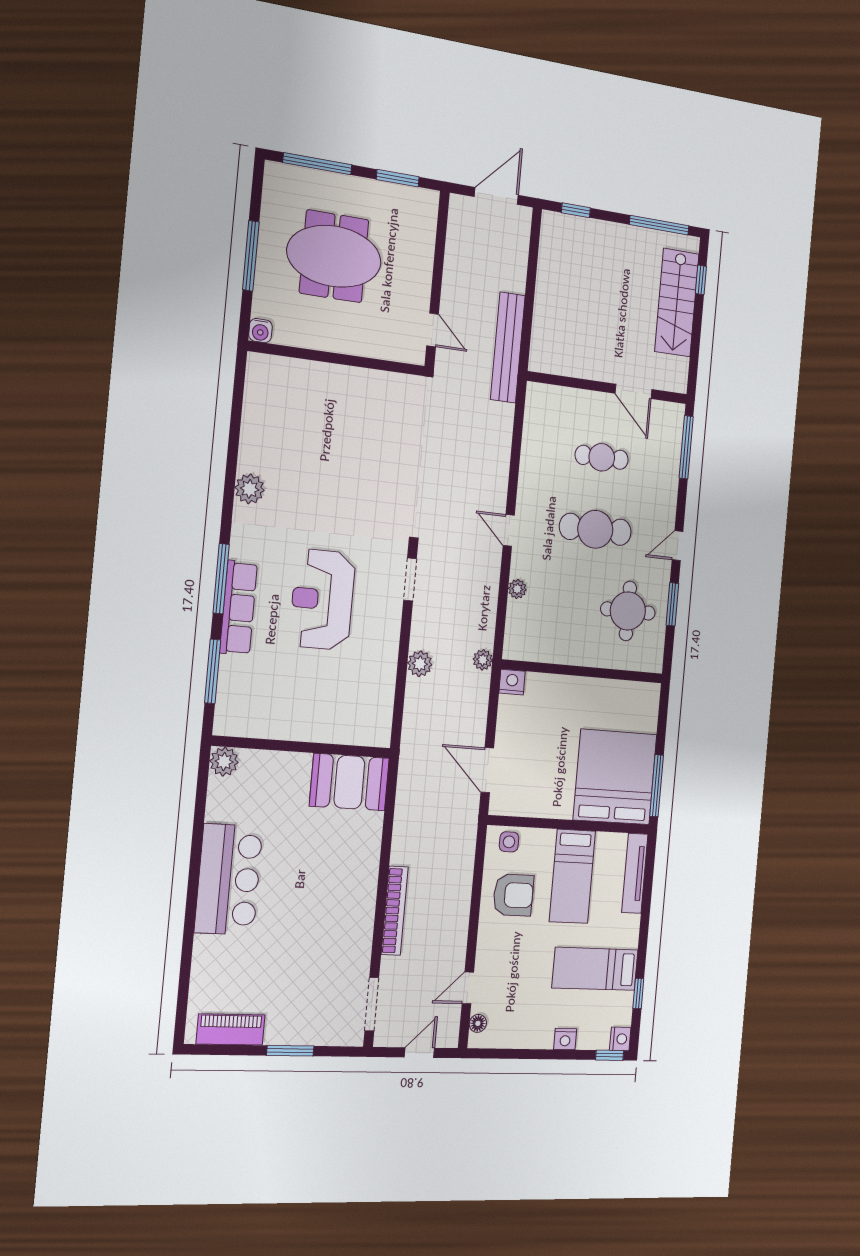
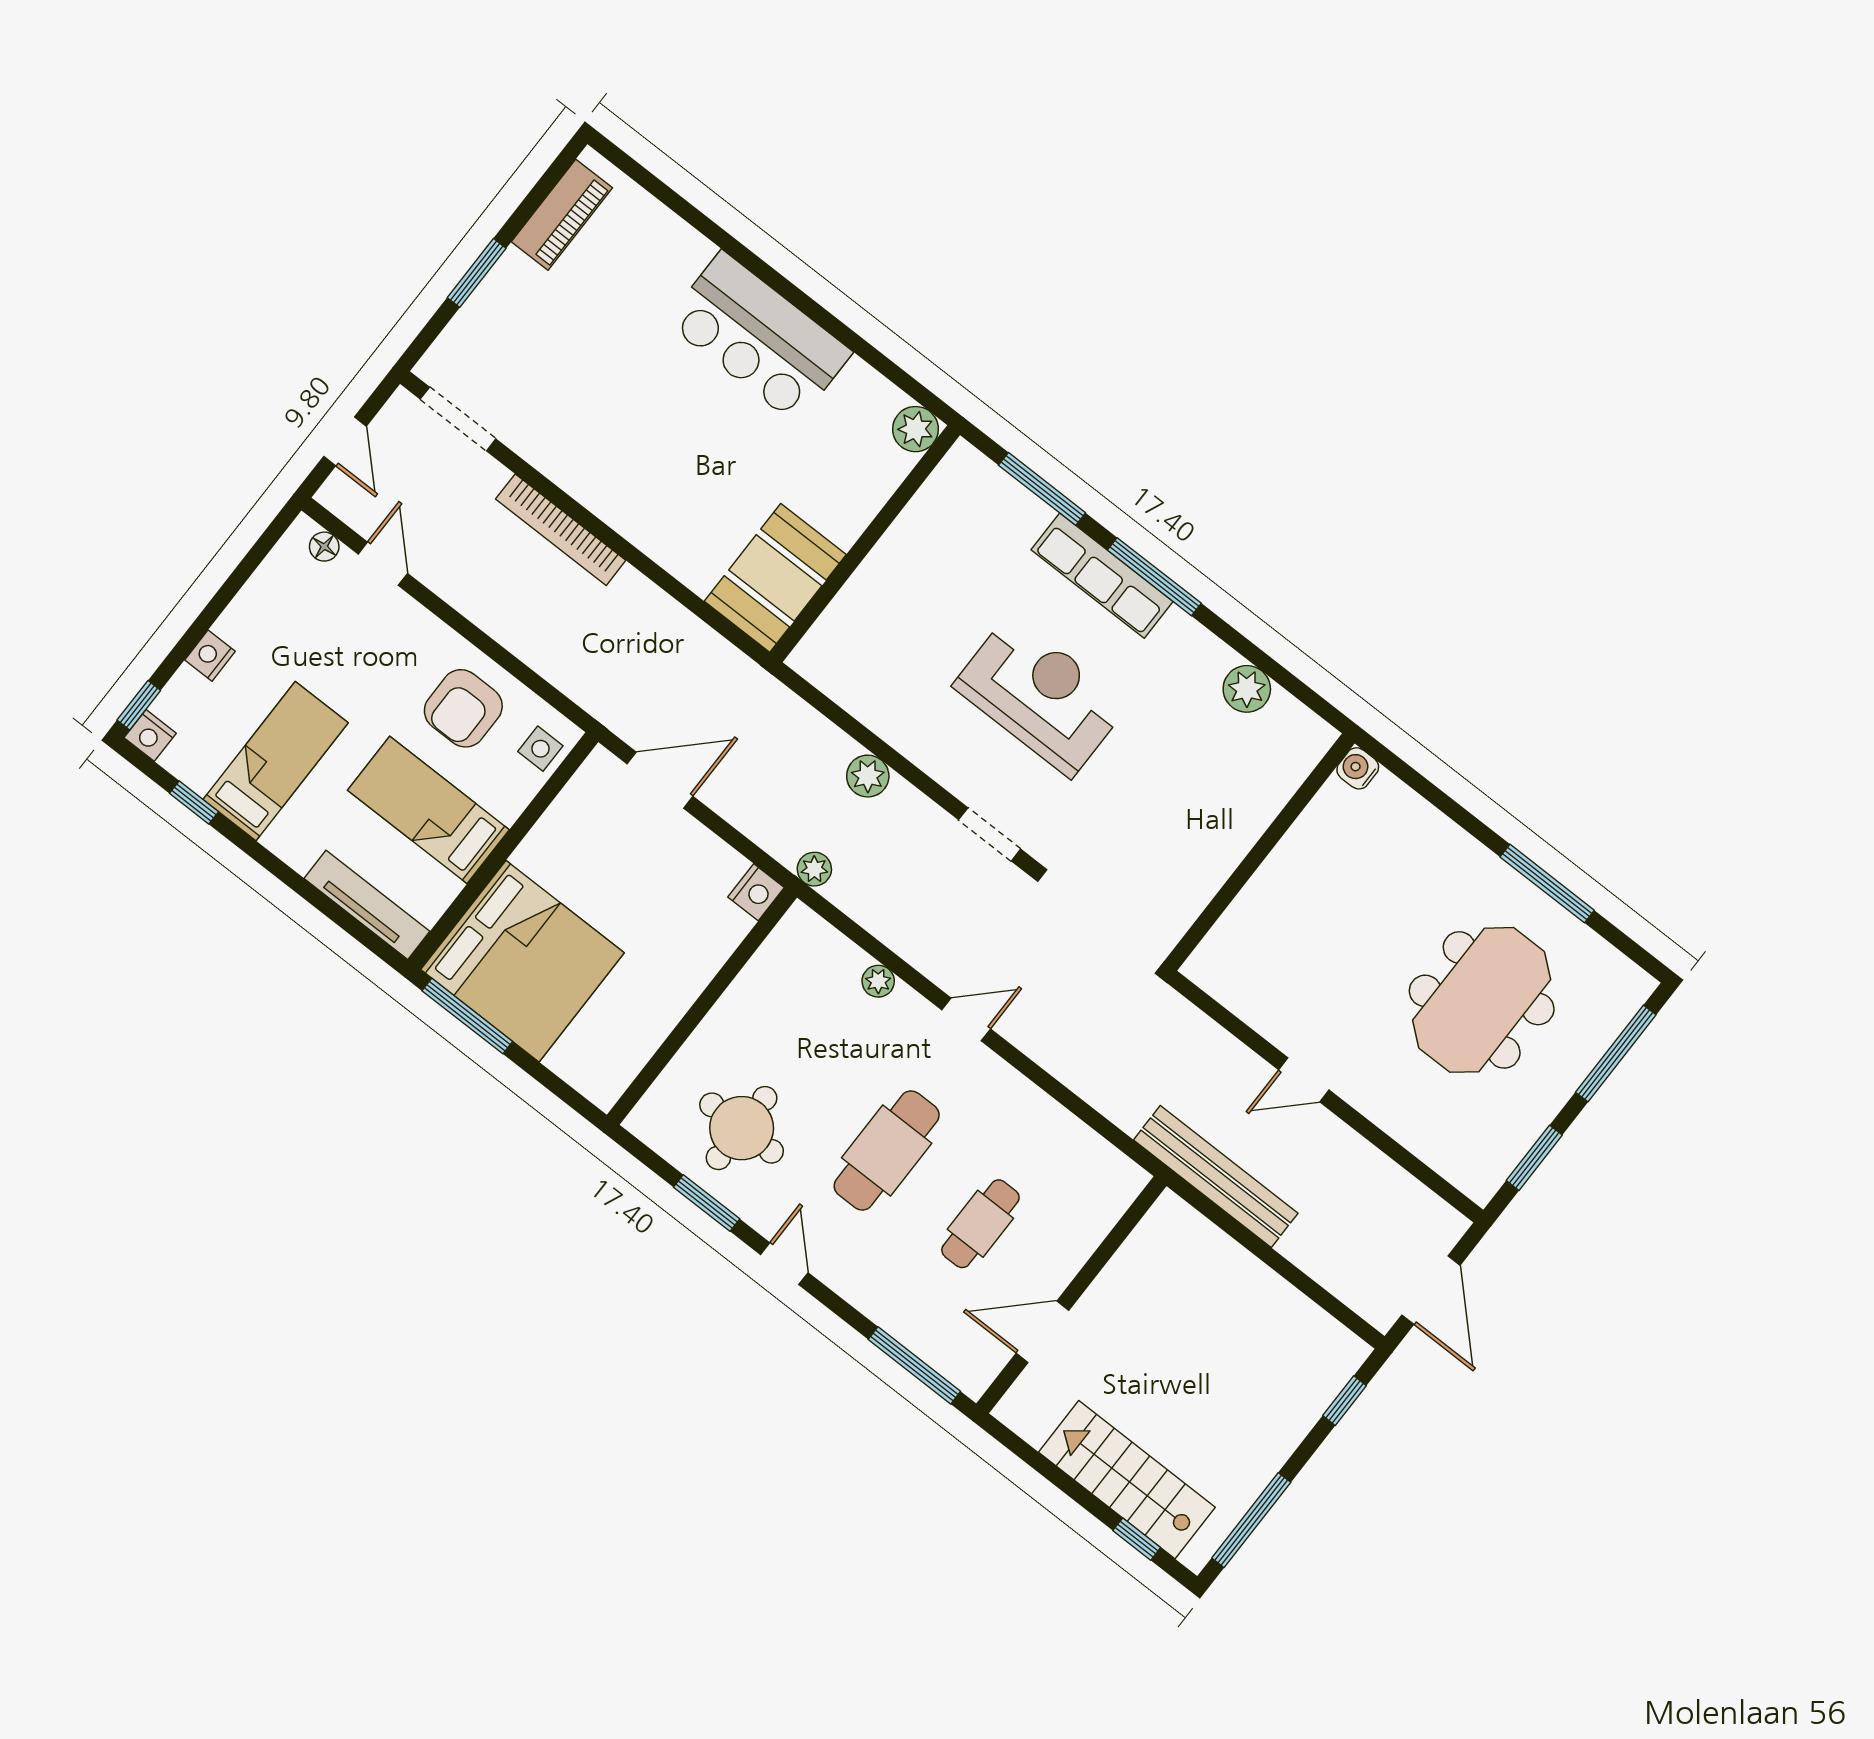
water cooler: (260, 331) -> (1358, 768), moved
wall: (337, 359) -> (1260, 852), moved

